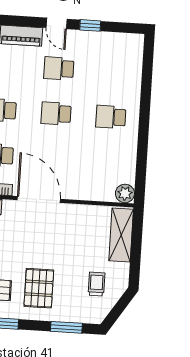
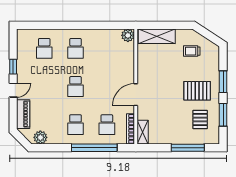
school desk: (59, 68) -> (44, 48), moved
door: (39, 200) -> (136, 95), width x0.73
window: (66, 327) -> (223, 82), moved

